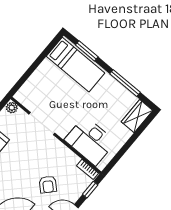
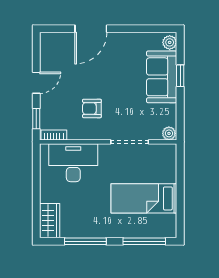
window: (87, 51) -> (144, 241), width x1.44
bed: (76, 65) -> (144, 198), moved
armchair: (48, 184) -> (92, 108), moved, turned -43

